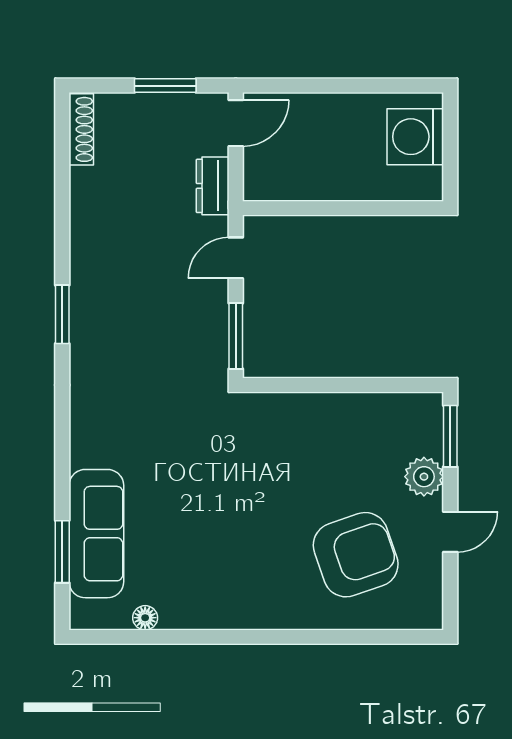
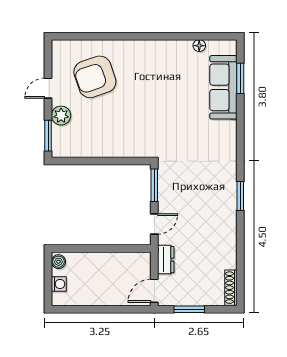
washing machine: (415, 137) -> (59, 284), width x0.53, depth x0.53
boiler: (429, 182) -> (58, 262), added

